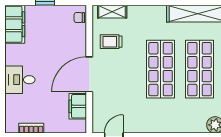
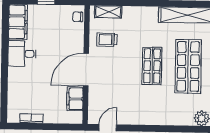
shop shelf: (161, 69) -> (152, 66), width x0.70, depth x0.74
desk: (20, 80) -> (22, 54), moved

